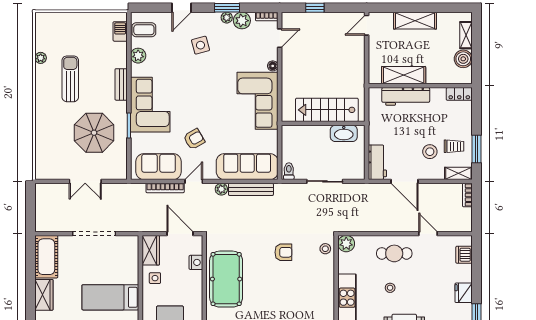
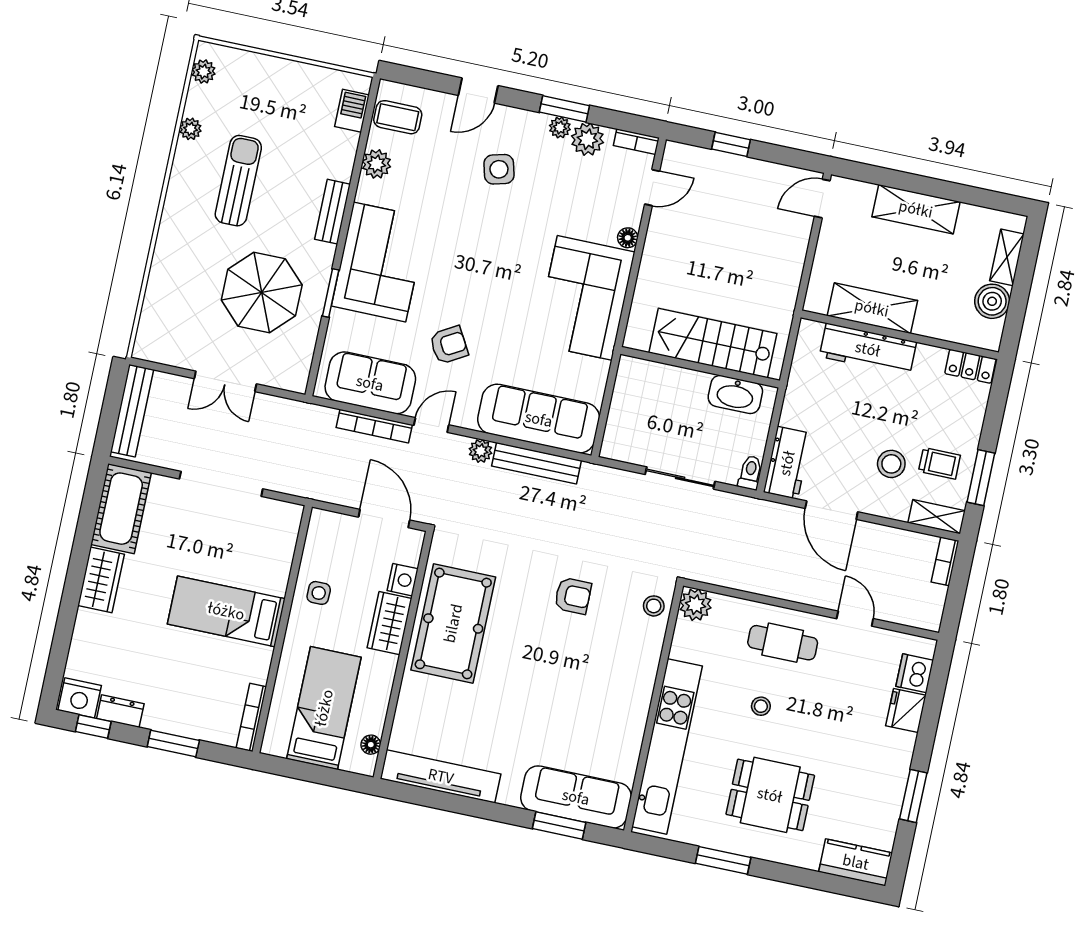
plant: (41, 28) -> (204, 72), added
toilet: (289, 171) -> (750, 473), moved
bench: (41, 206) -> (132, 411), added
wardrobe: (151, 250) -> (389, 623), moved, turned 180
fridge: (464, 293) -> (906, 711), moved

